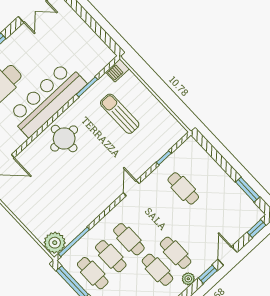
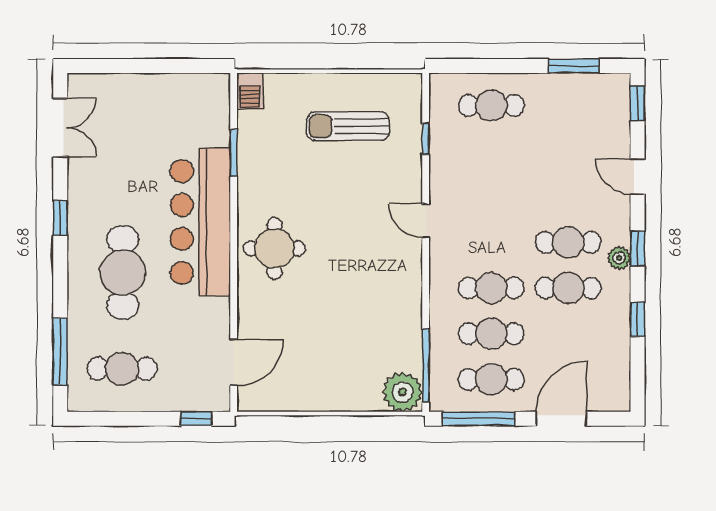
sun lounger: (120, 114) -> (348, 126), moved
cafe table: (183, 188) -> (491, 105), moved
window: (208, 274) -> (638, 249), moved

